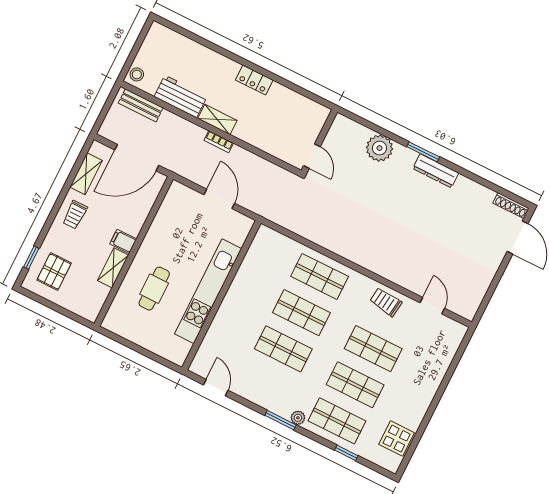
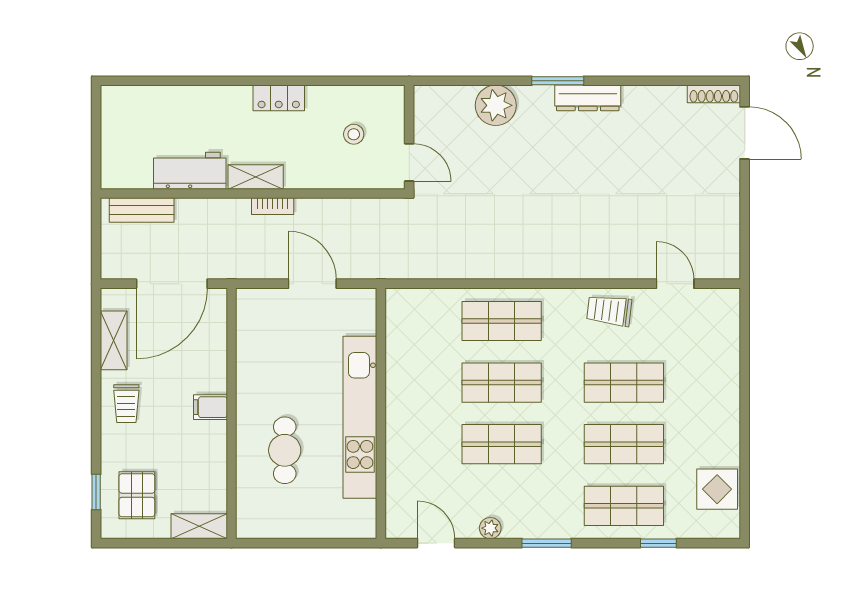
stool: (137, 74) -> (354, 134), moved
shelving: (113, 268) -> (199, 526), moved, turned 90
plant: (298, 418) -> (490, 528), moved

